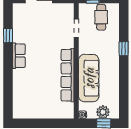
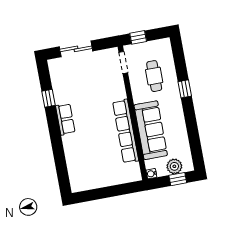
cafe table: (101, 17) -> (154, 76), moved
doorway: (76, 28) -> (123, 63), moved

